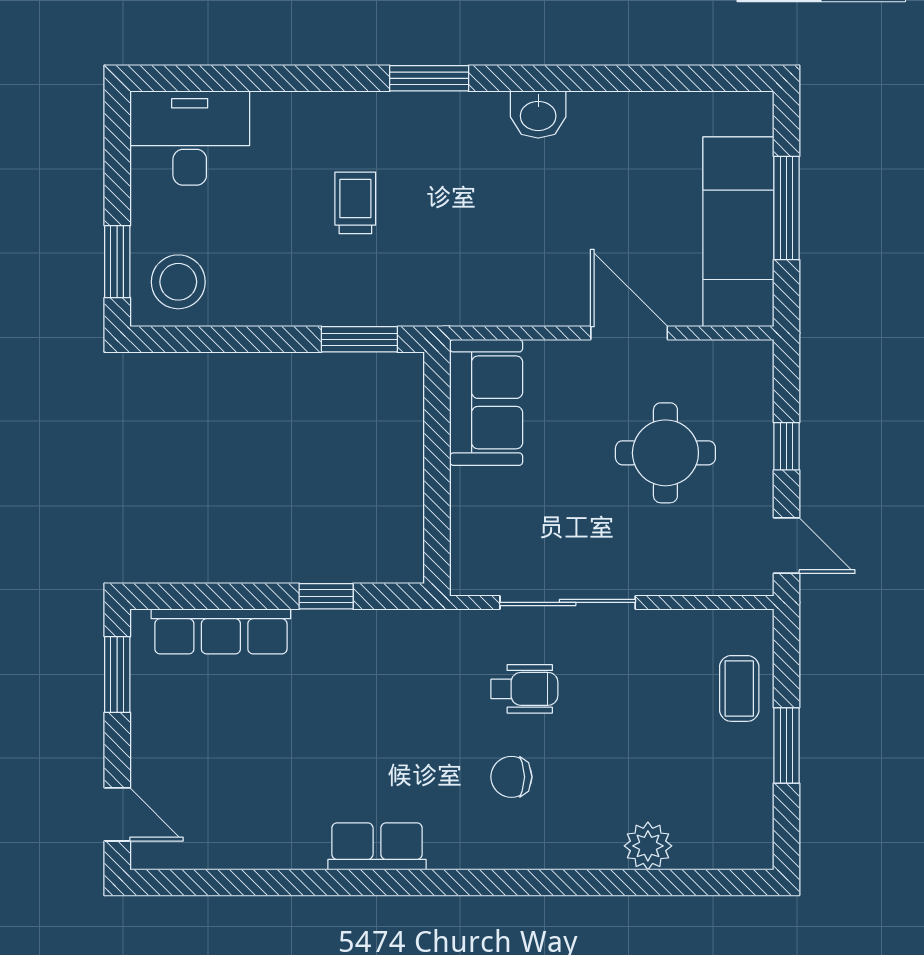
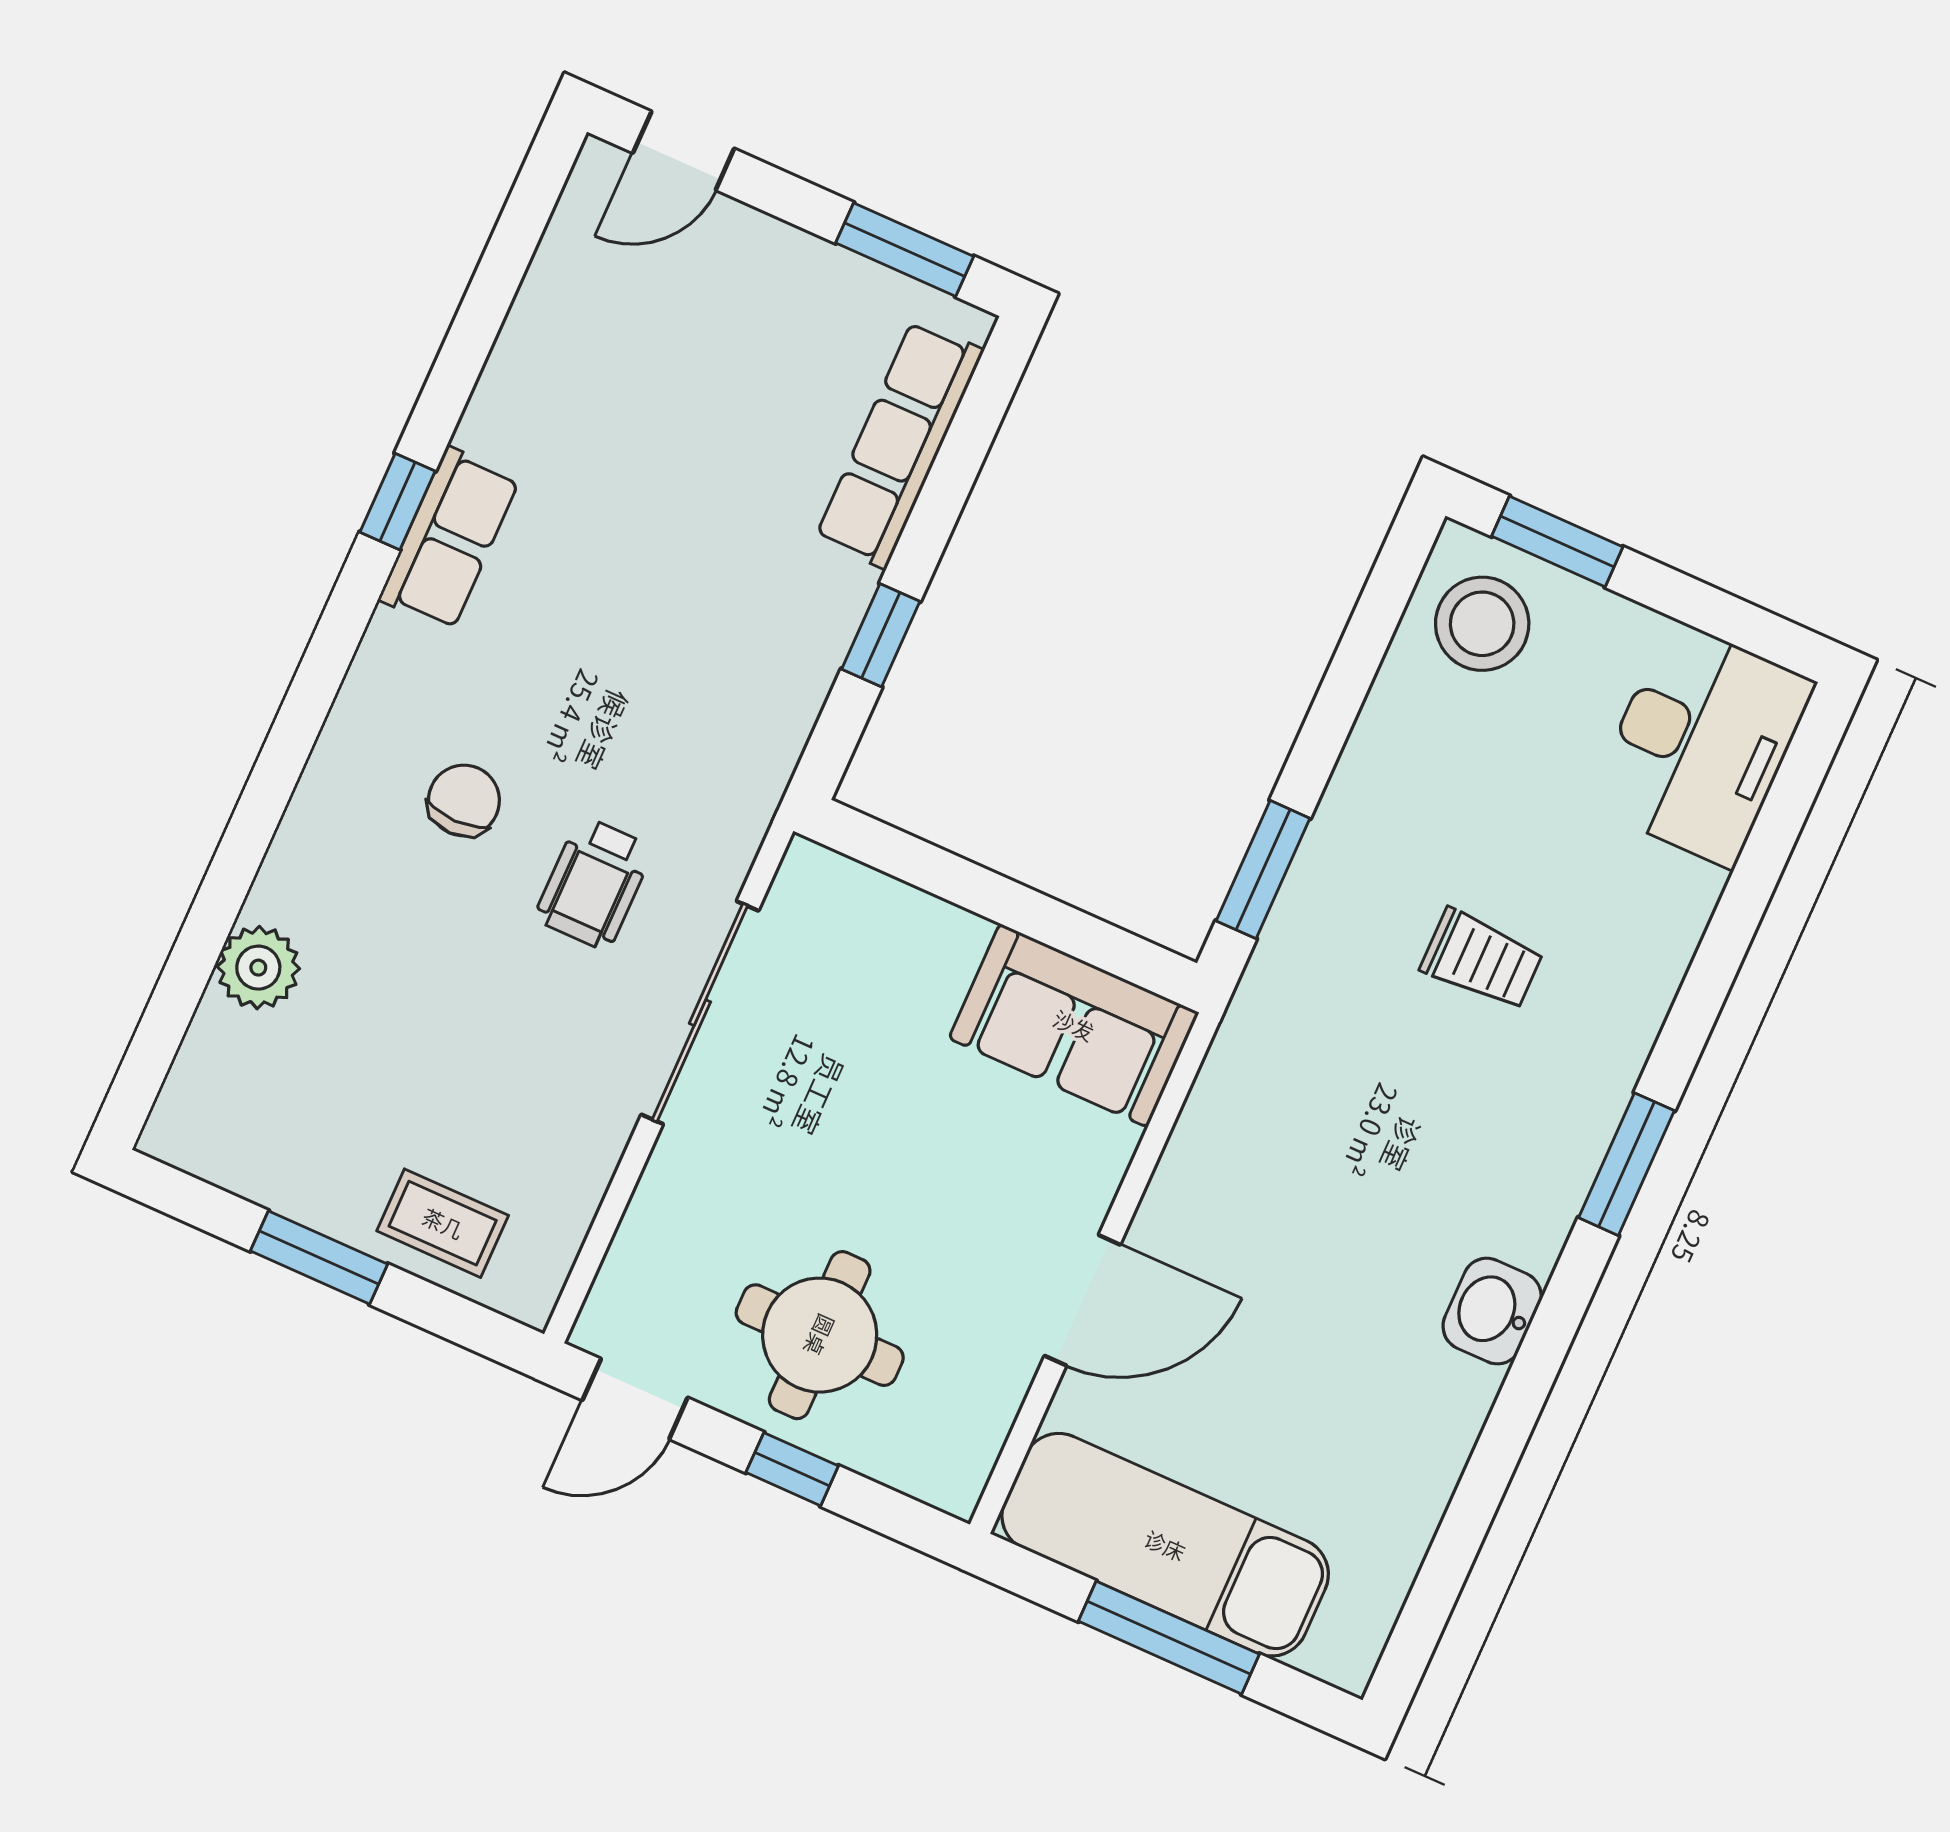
round table: (665, 453) -> (820, 1335), moved
window: (370, 882) -> (397, 502), added

